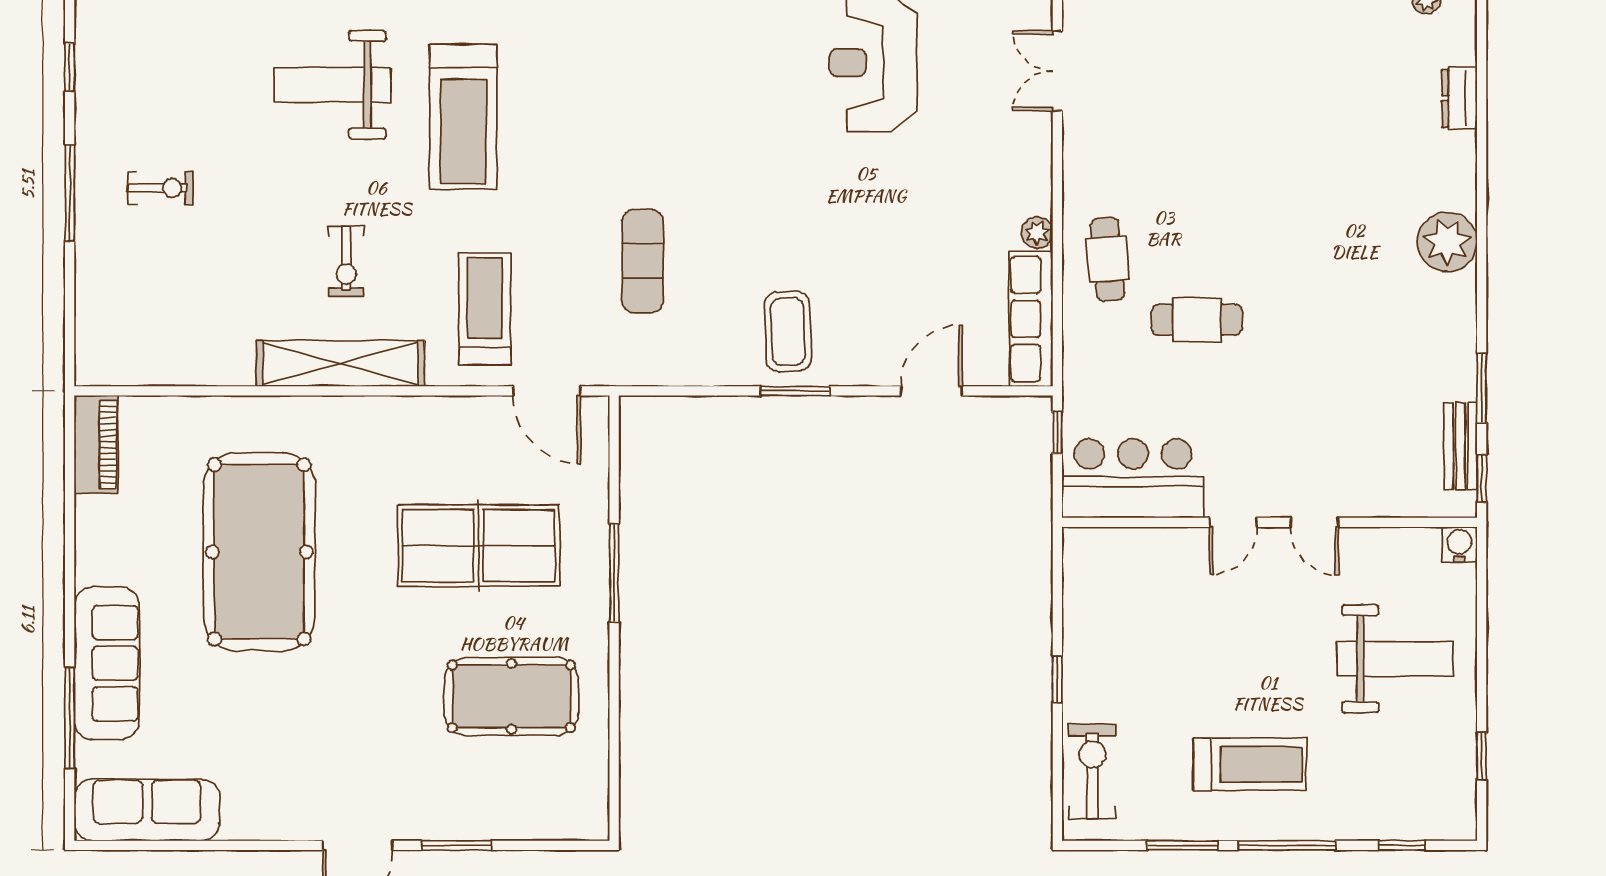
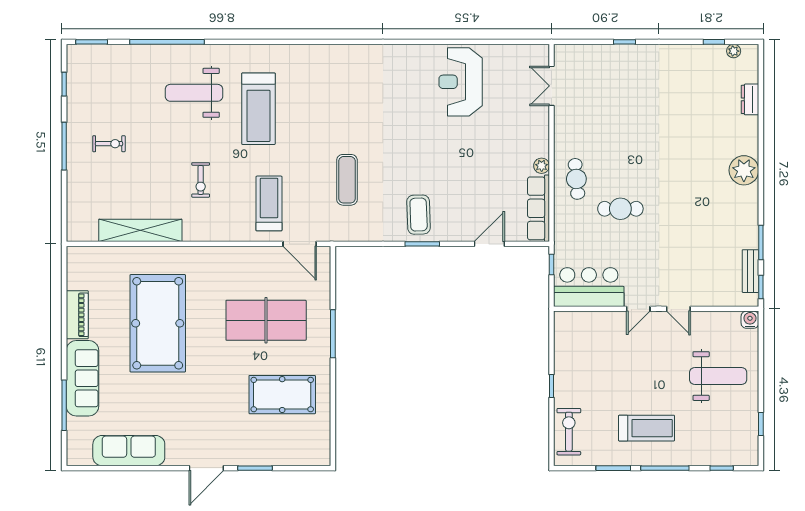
shelving: (340, 364) -> (140, 230), moved
piano: (96, 445) -> (77, 315), moved
sofa: (147, 810) -> (129, 451), moved

